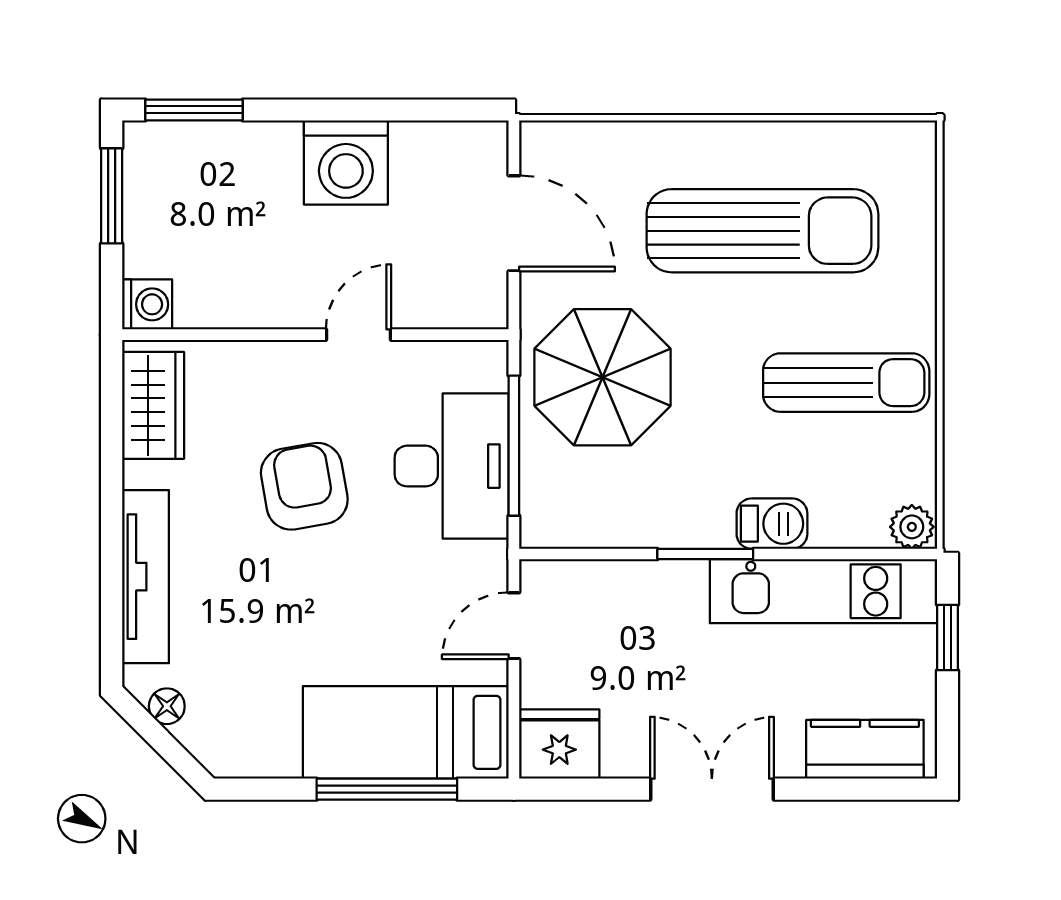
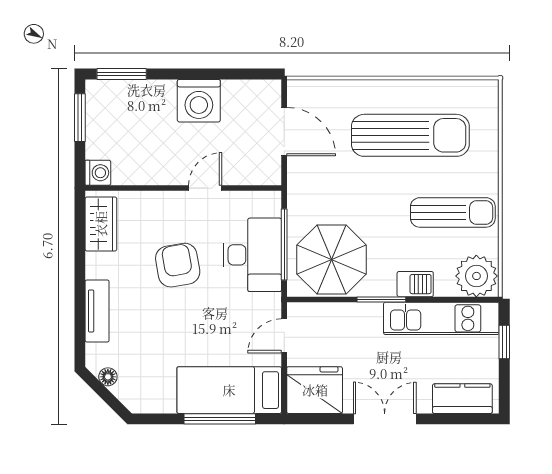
parasol: (602, 377) -> (332, 259), moved
plant: (912, 527) -> (476, 276), width x1.88, depth x1.88
tv unit: (146, 577) -> (97, 311), width x0.71
fridge: (559, 744) -> (315, 390), width x1.36, depth x1.34

